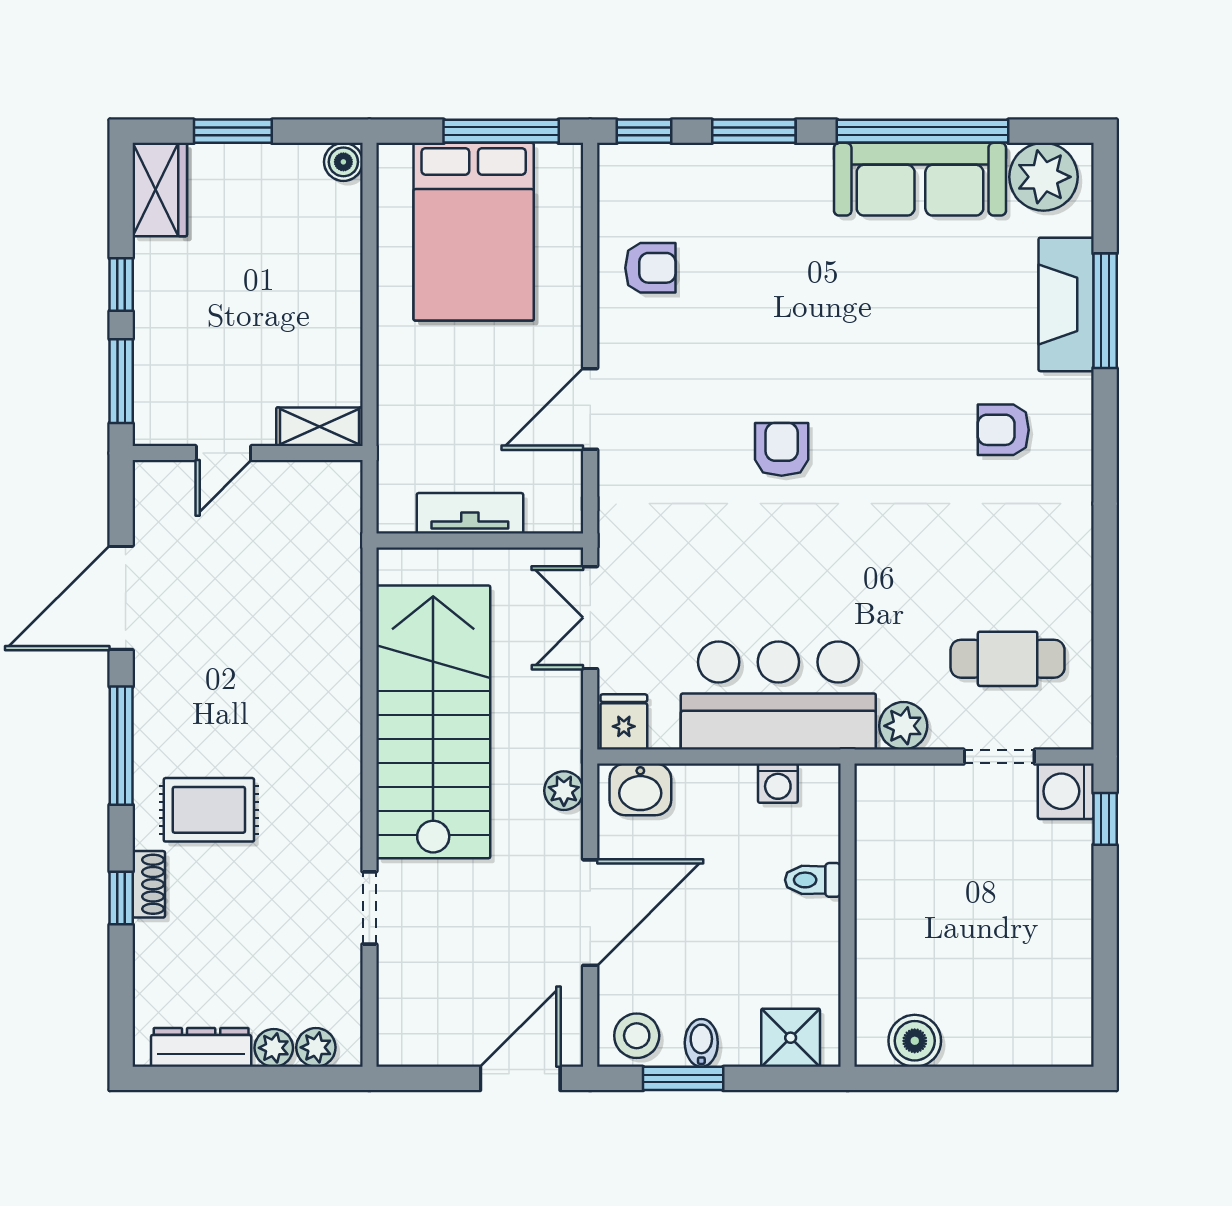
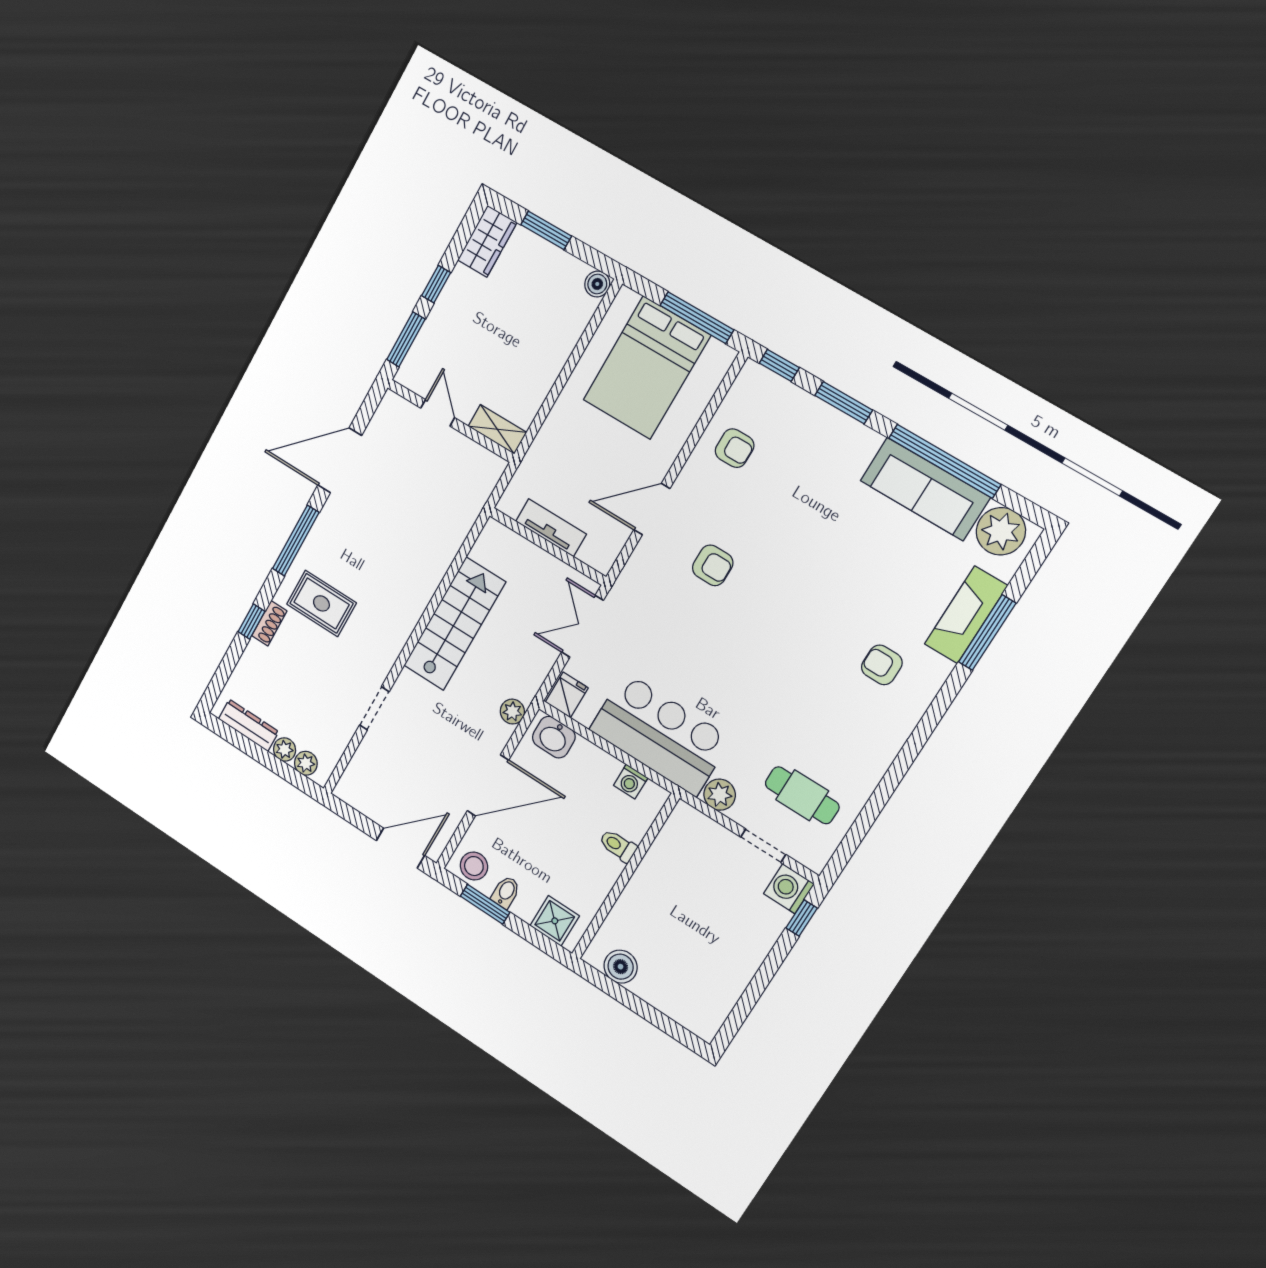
armchair: (782, 449) -> (713, 565), moved, turned 90
door: (224, 453) -> (438, 413), swing flipped
stairs: (433, 722) -> (455, 624), width x0.73, depth x0.66

